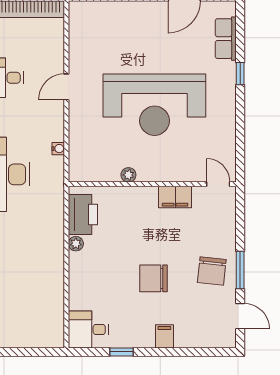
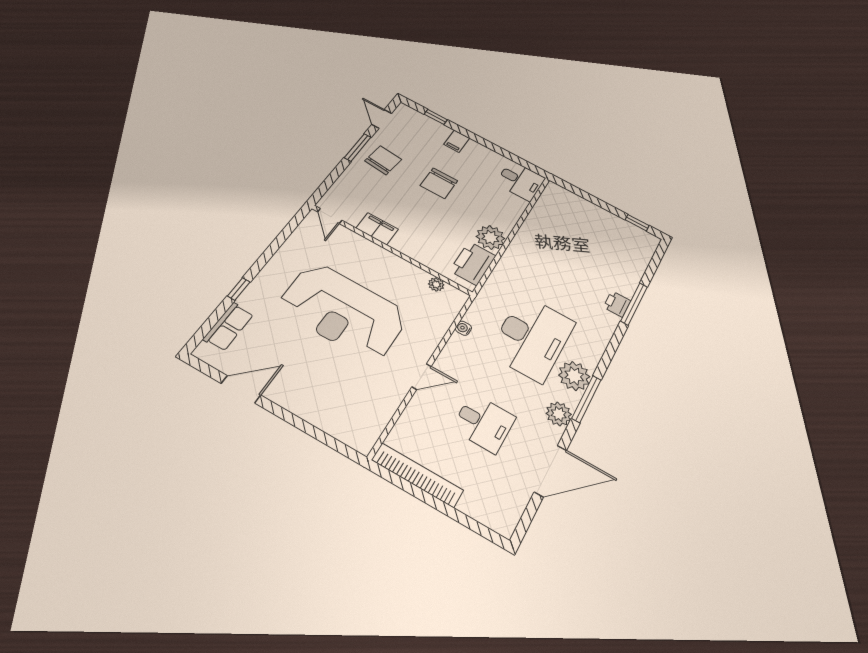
reception desk: (154, 105) -> (343, 311), turned 180
plant: (128, 175) -> (436, 284), moved
plant: (76, 244) -> (490, 238), width x1.88, depth x1.88
chair: (154, 278) -> (439, 183), turned 90
window: (121, 352) -> (436, 117), moved

